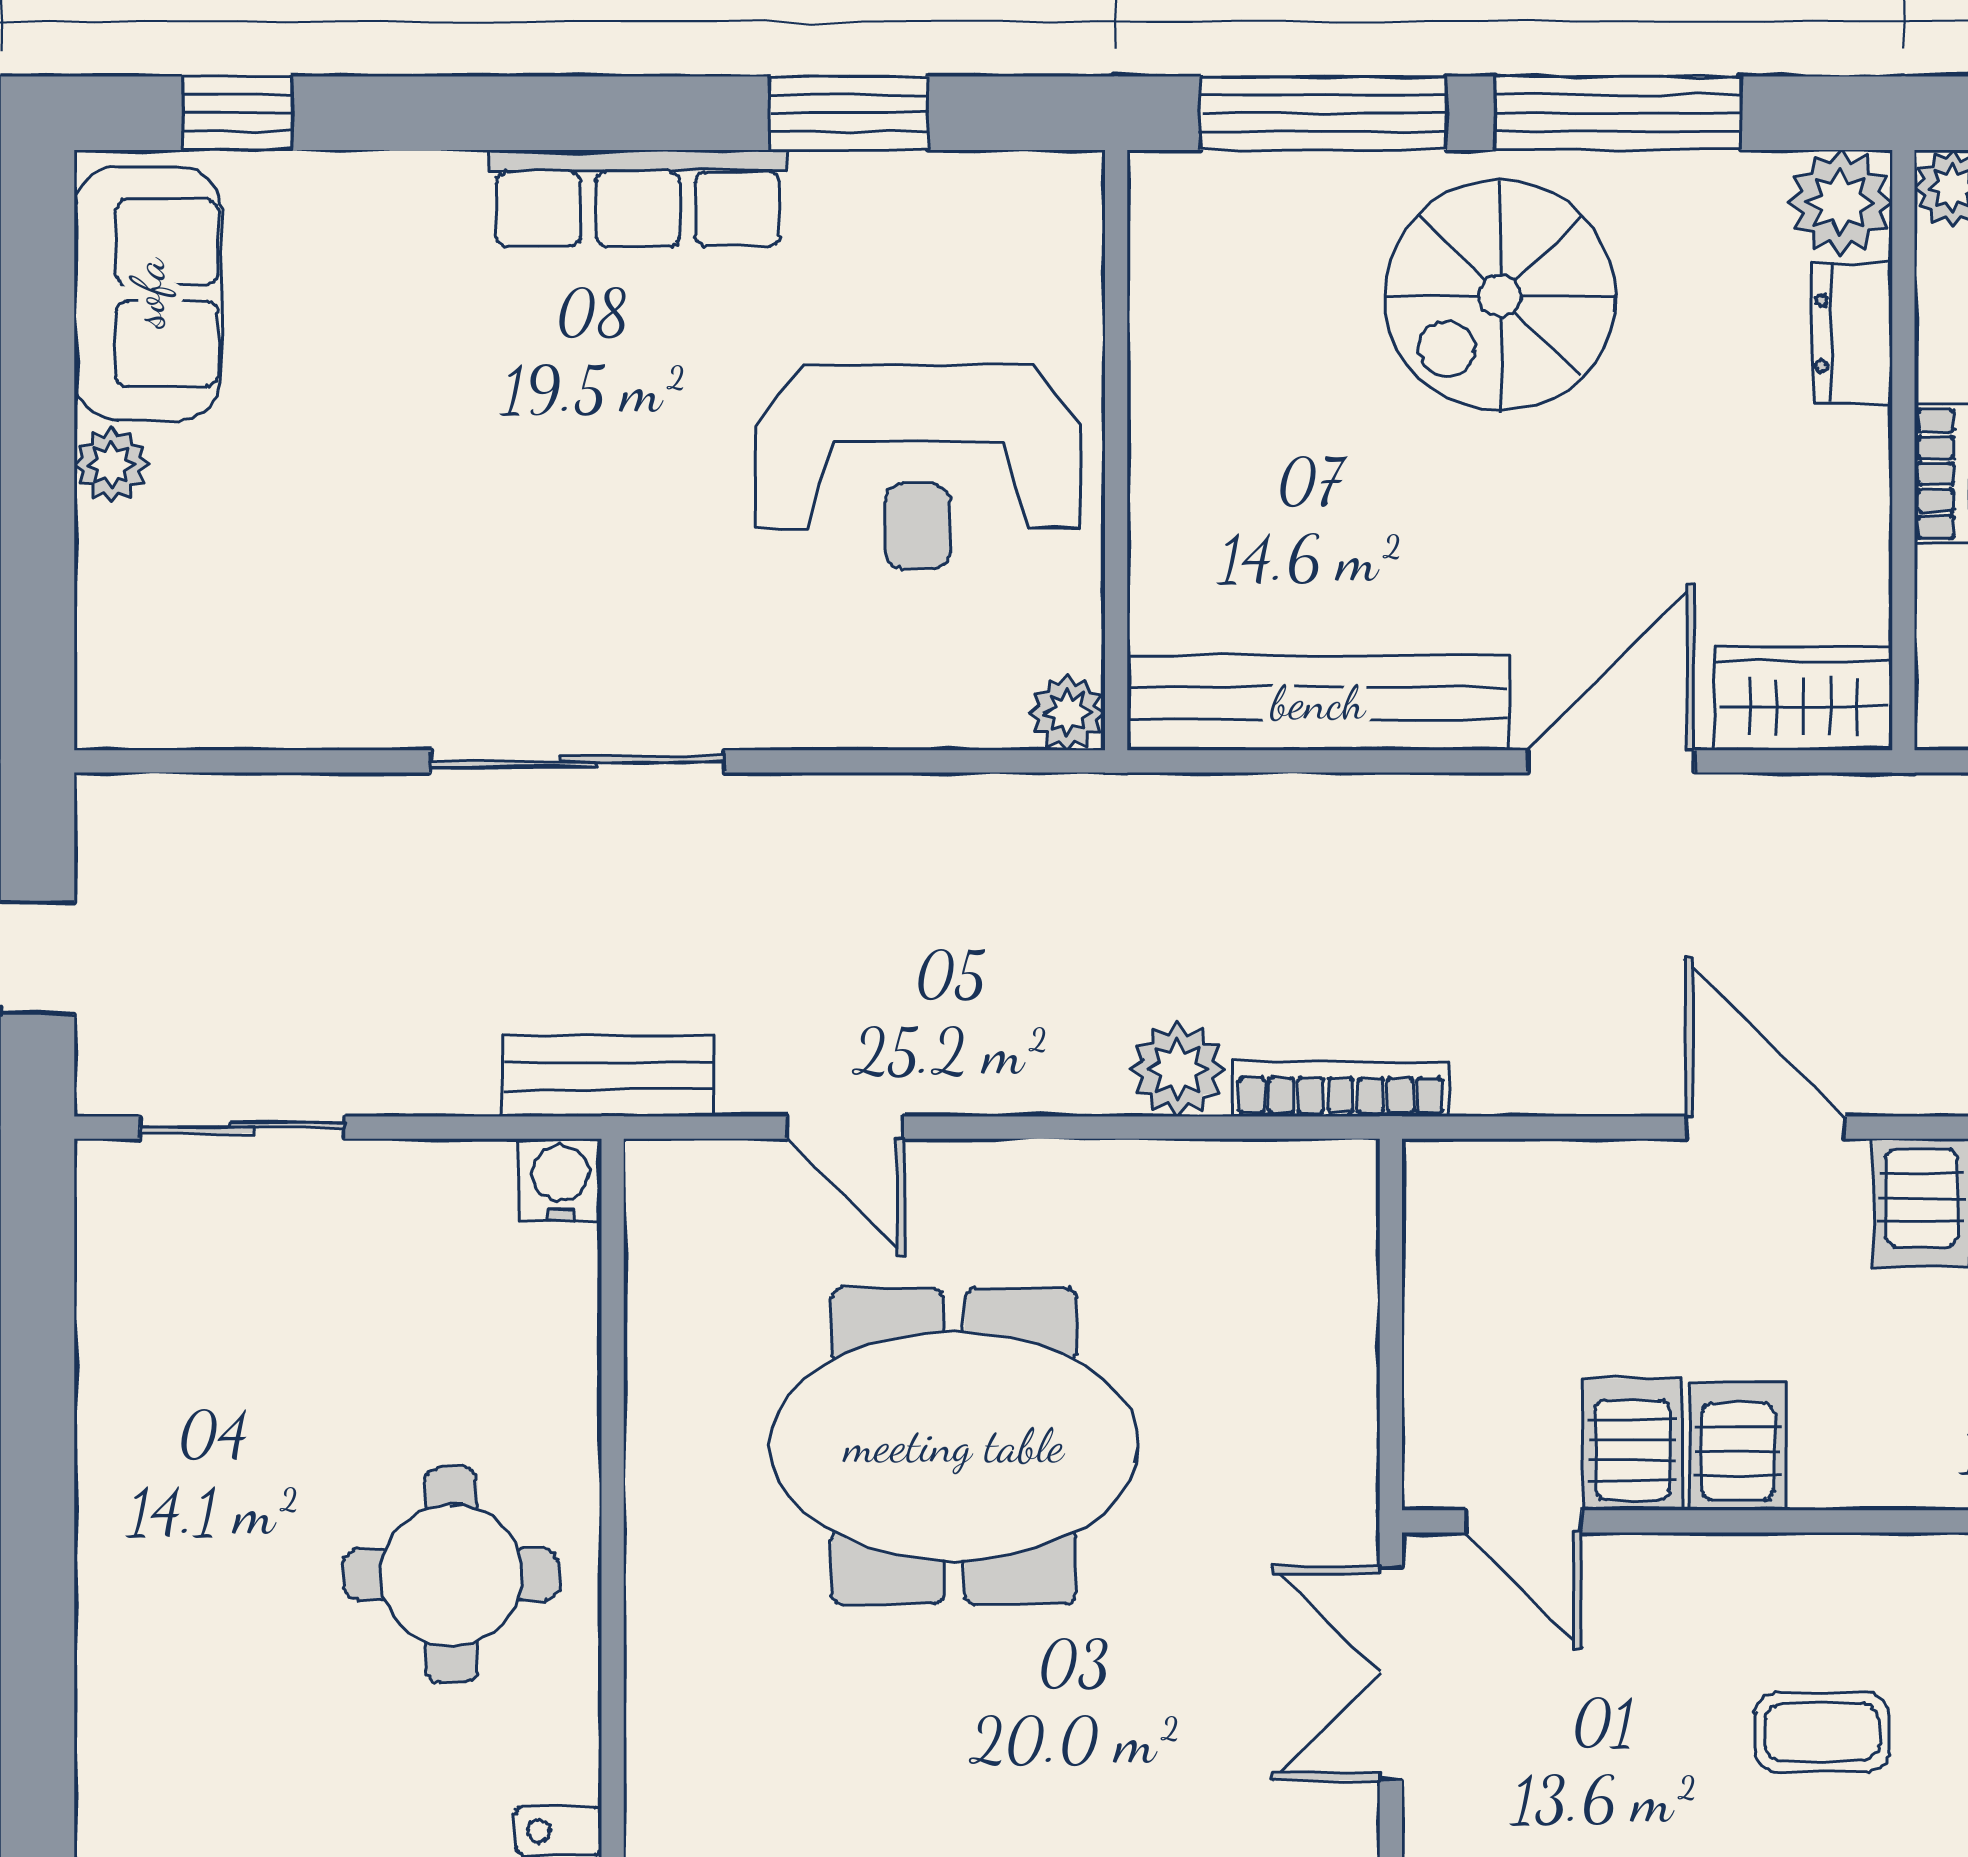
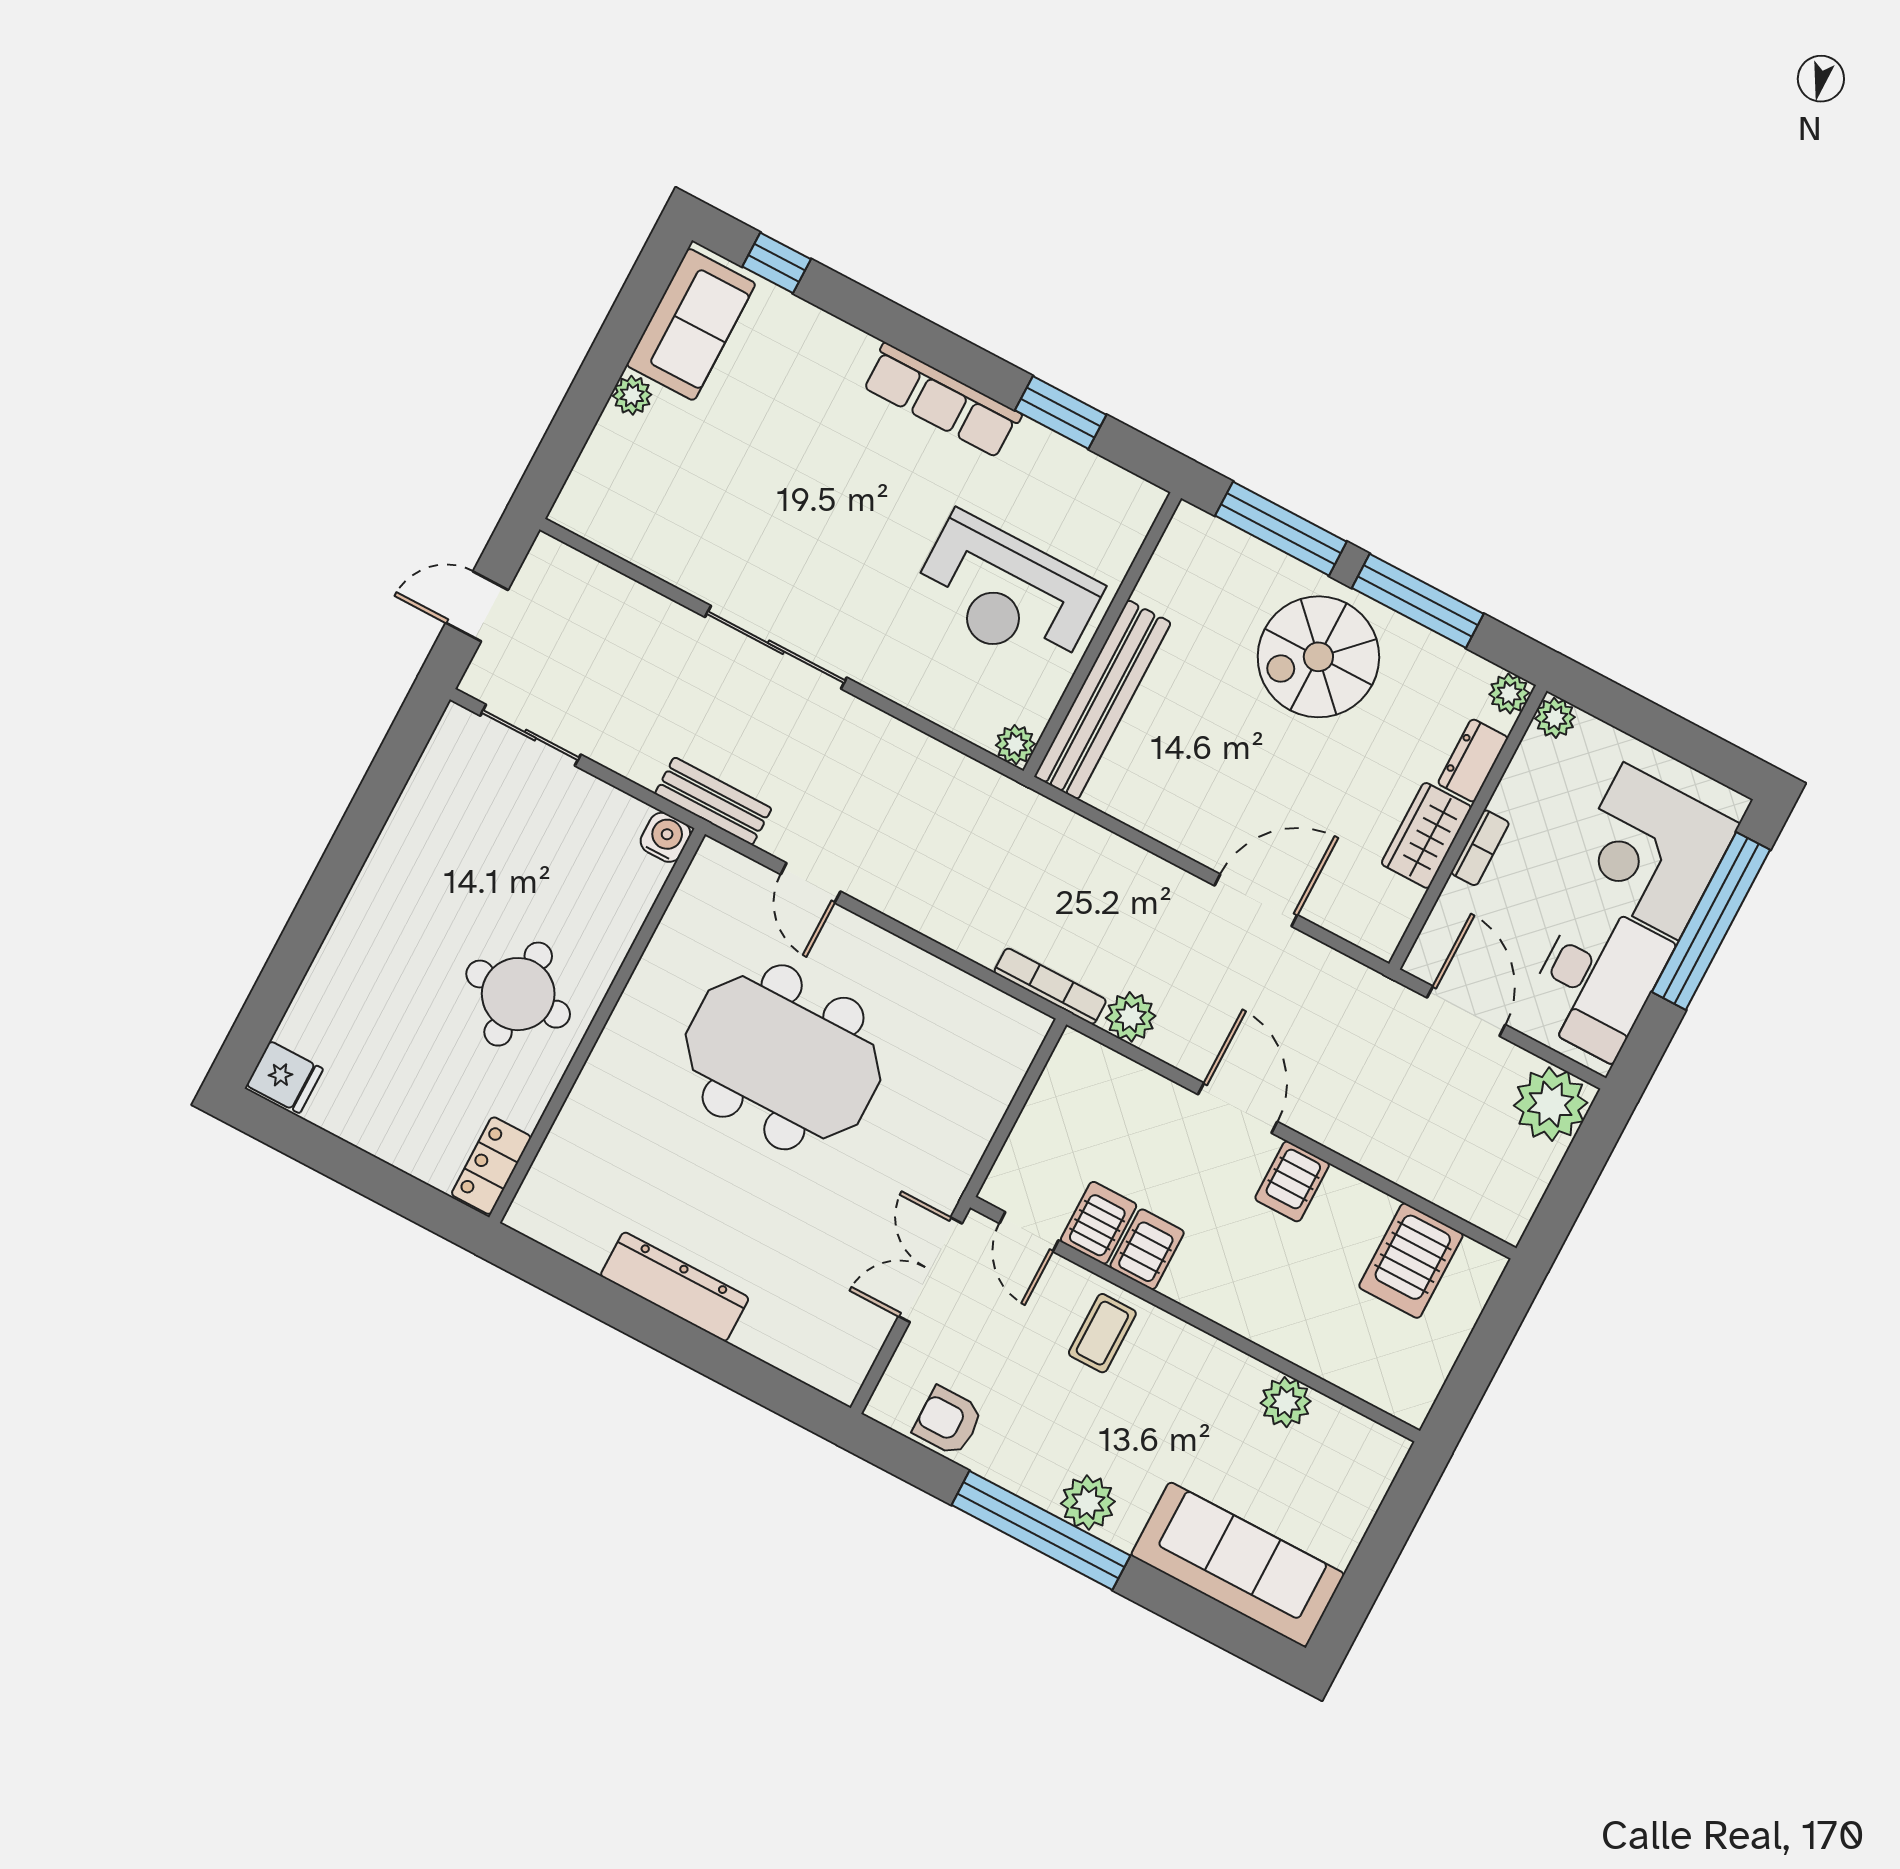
plant: (1840, 202) -> (1509, 694), width x0.73, depth x0.73
wardrobe: (1803, 699) -> (1426, 835), moved, turned -90
bench: (1318, 703) -> (1103, 700), moved, turned 90
plant: (1178, 1069) -> (1131, 1017), moved
coffee table: (1822, 1732) -> (1102, 1333), moved, turned 90

